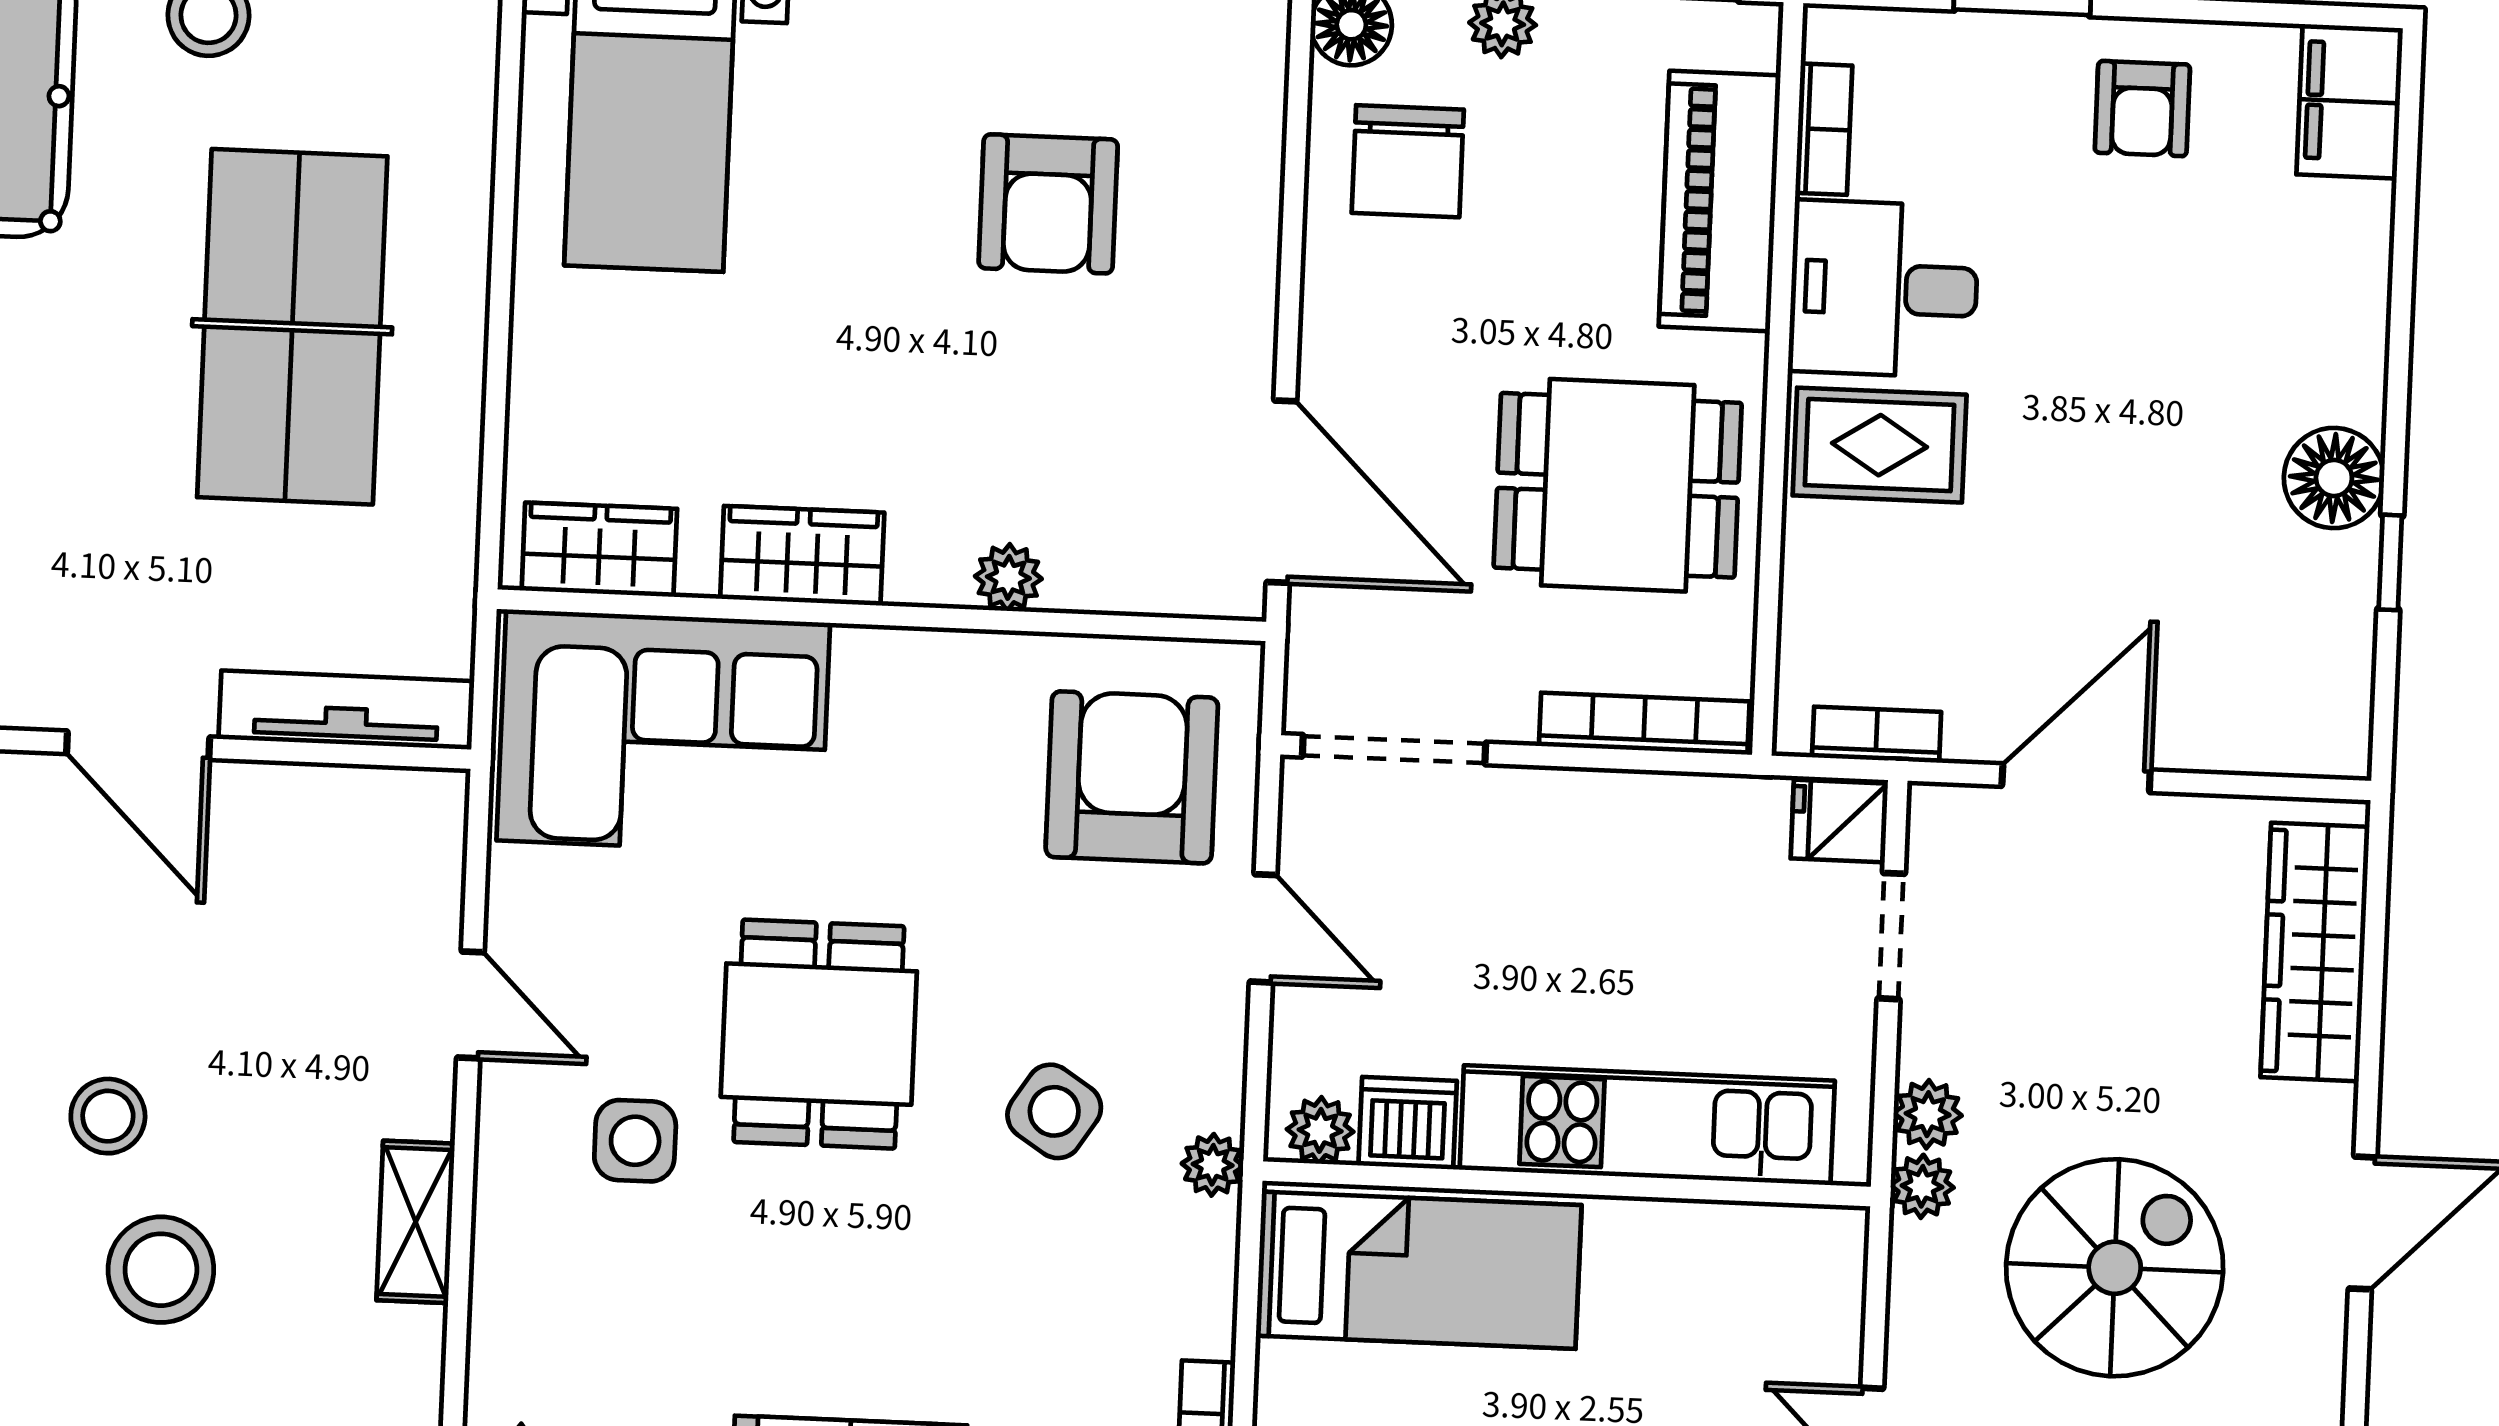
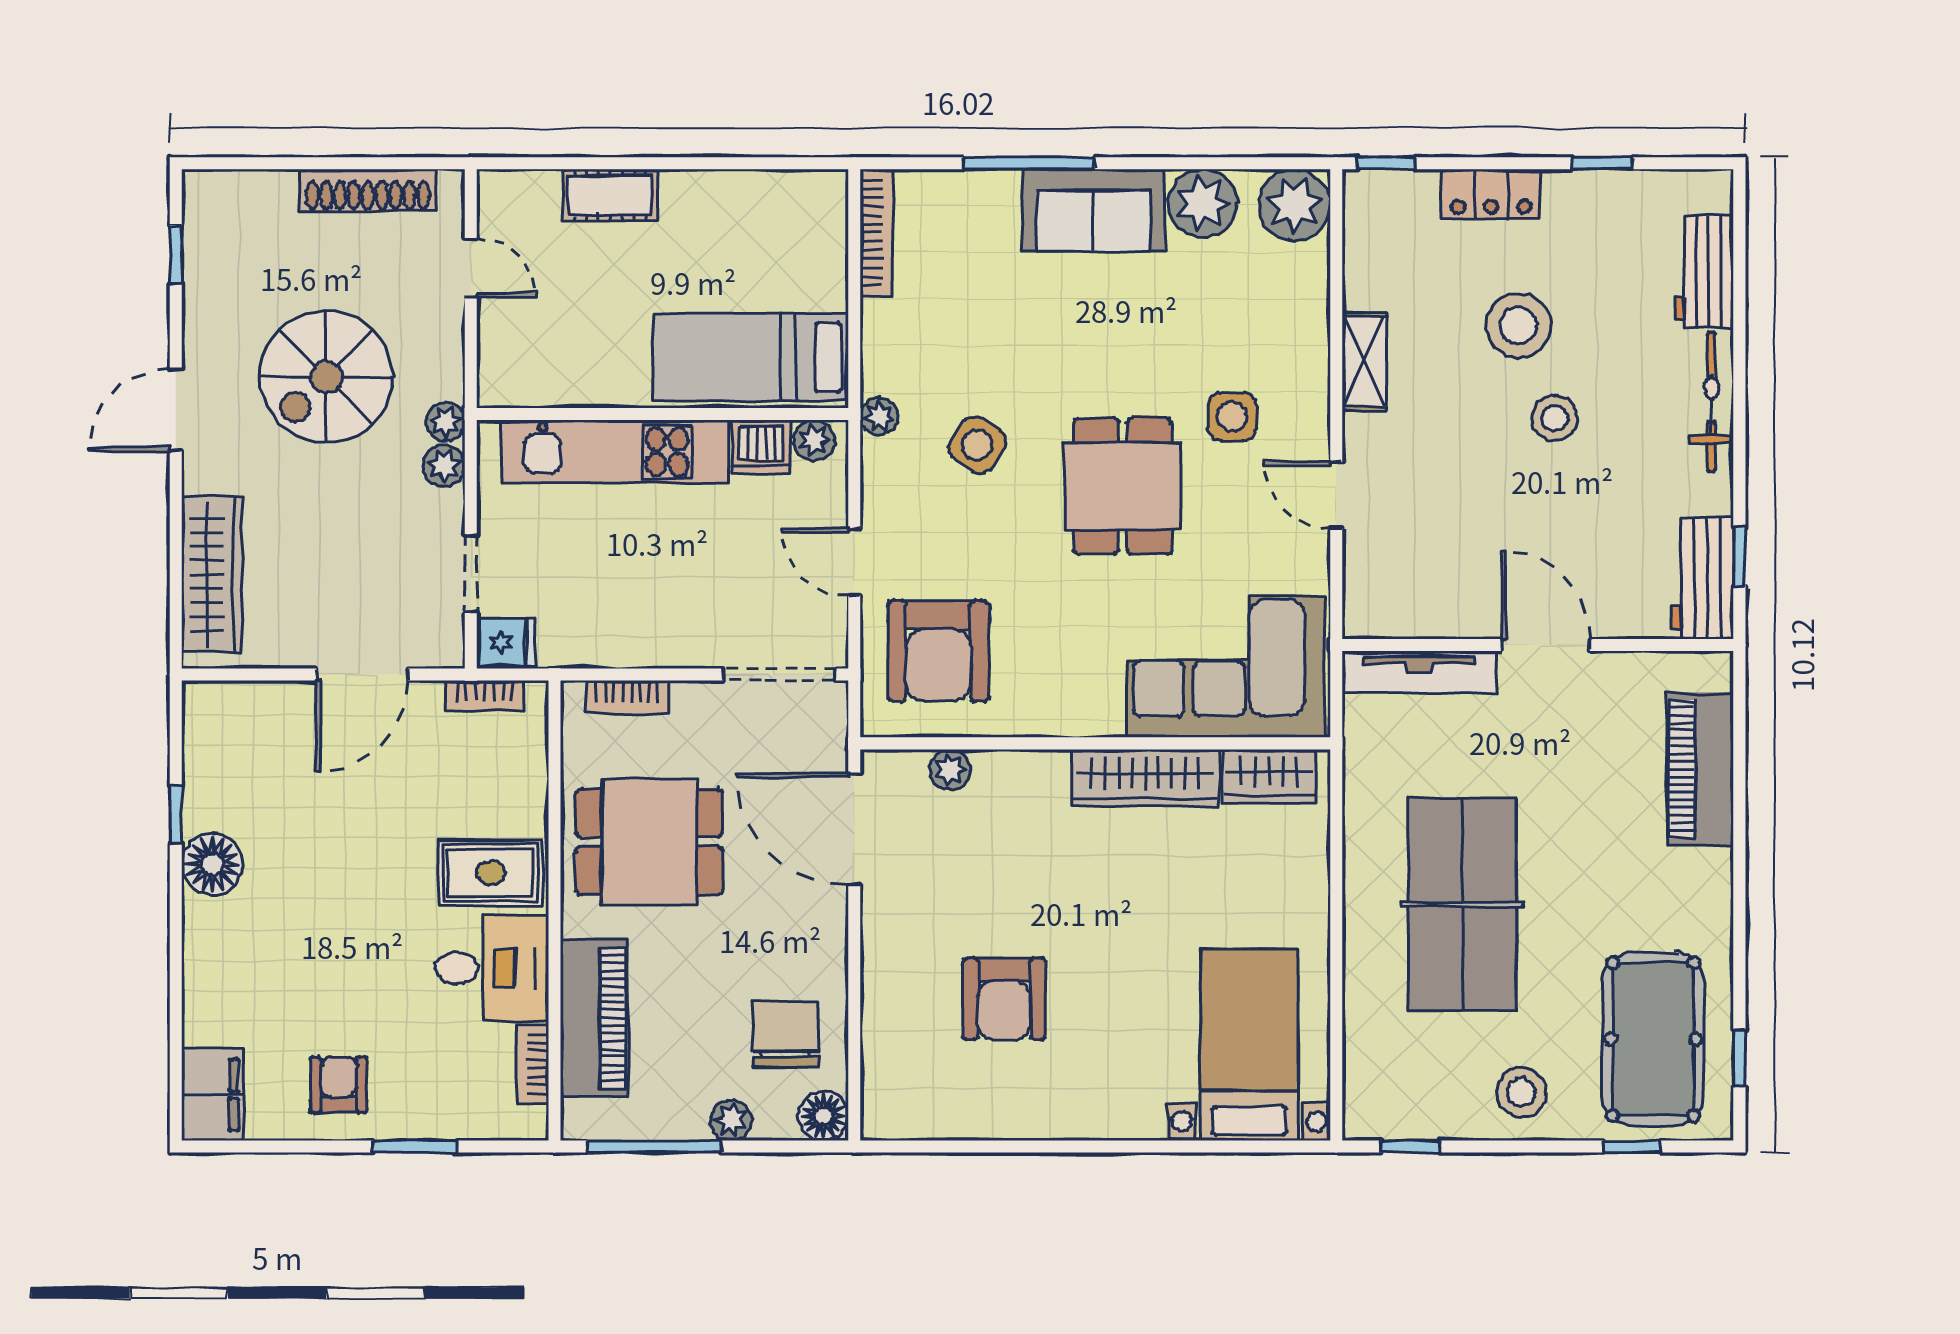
armchair: (1048, 204) -> (1004, 999), turned 180
wardrobe: (802, 556) -> (1145, 778), width x1.50
plant: (1008, 577) -> (950, 770), moved
bookcase: (1644, 724) -> (627, 697), width x0.64

